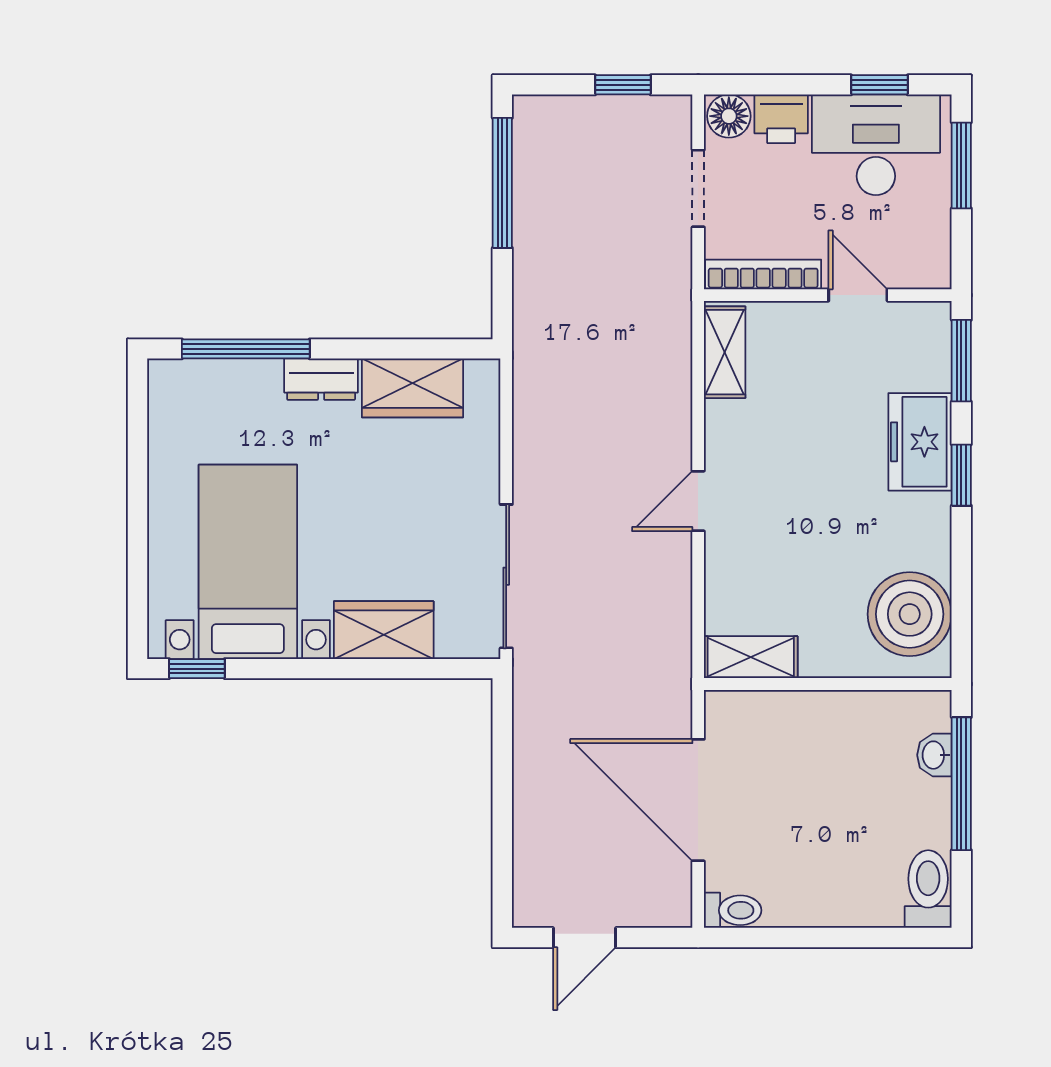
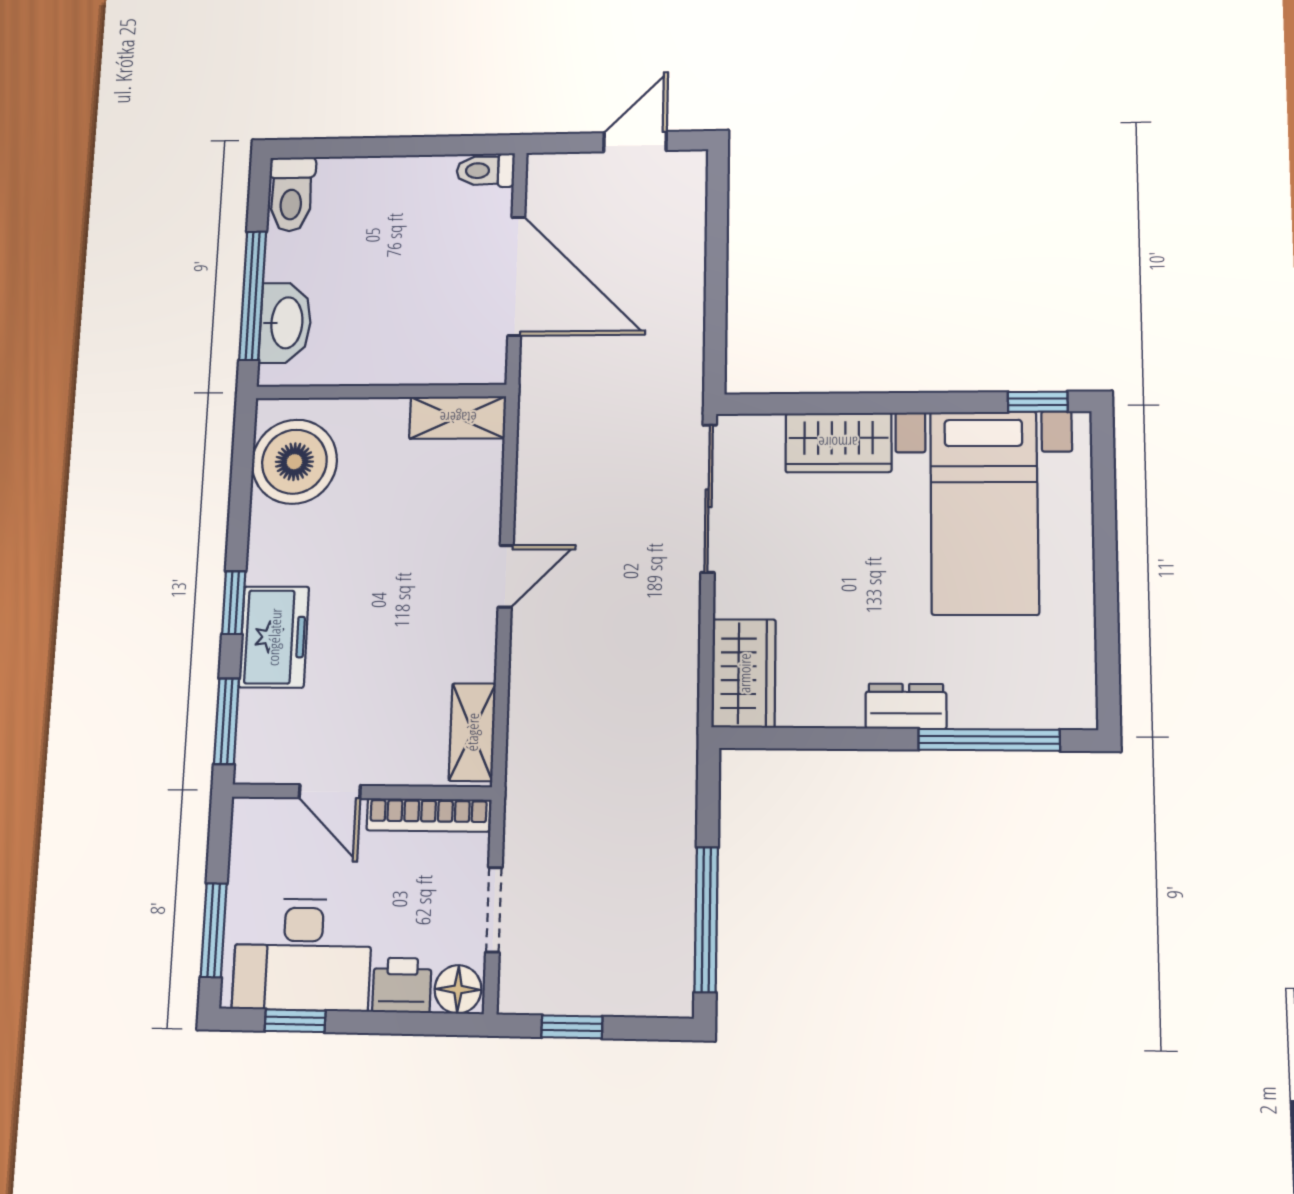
wardrobe: (413, 388) -> (744, 673), moved, turned 90
washbasin: (934, 755) -> (285, 323), width x1.91, depth x1.45

